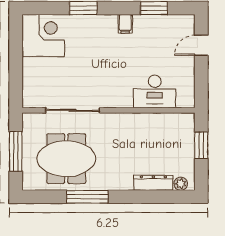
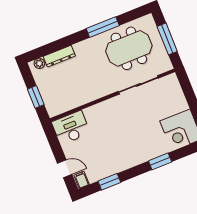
filing cabinet: (125, 24) -> (82, 180), moved
door: (201, 45) -> (65, 169), hinge flipped
desk: (155, 91) -> (71, 128), moved

